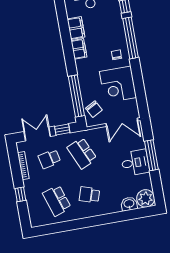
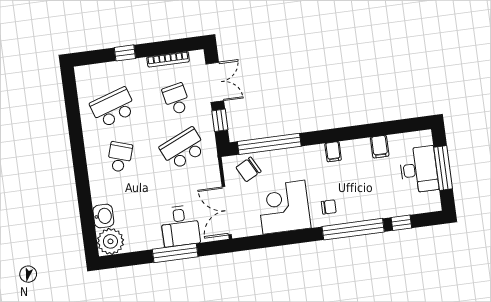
filing cabinet: (76, 28) -> (380, 147), width x0.50
filing cabinet: (79, 49) -> (333, 152), width x0.50
desk: (135, 163) -> (180, 226), moved

